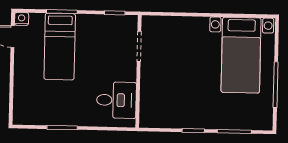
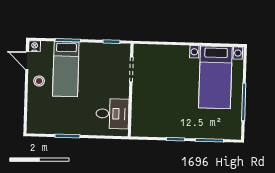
stool: (27, 61) -> (39, 81), added

